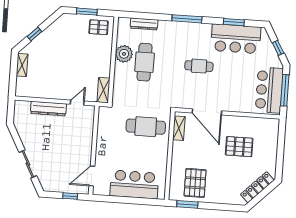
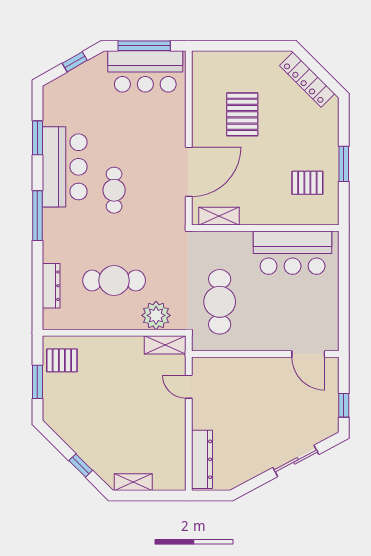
pallet: (99, 27) -> (62, 360), turned 90
bar counter: (236, 39) -> (65, 167), moved
plant: (124, 54) -> (156, 315), moved
dresser: (48, 109) -> (202, 459), moved
cafe table: (146, 127) -> (220, 302), moved
pallet: (195, 183) -> (307, 183), width x0.67, depth x0.71
bar counter: (134, 184) -> (293, 253), moved, turned -90
window: (70, 196) -> (344, 405), moved
window: (187, 204) -> (344, 164), moved

